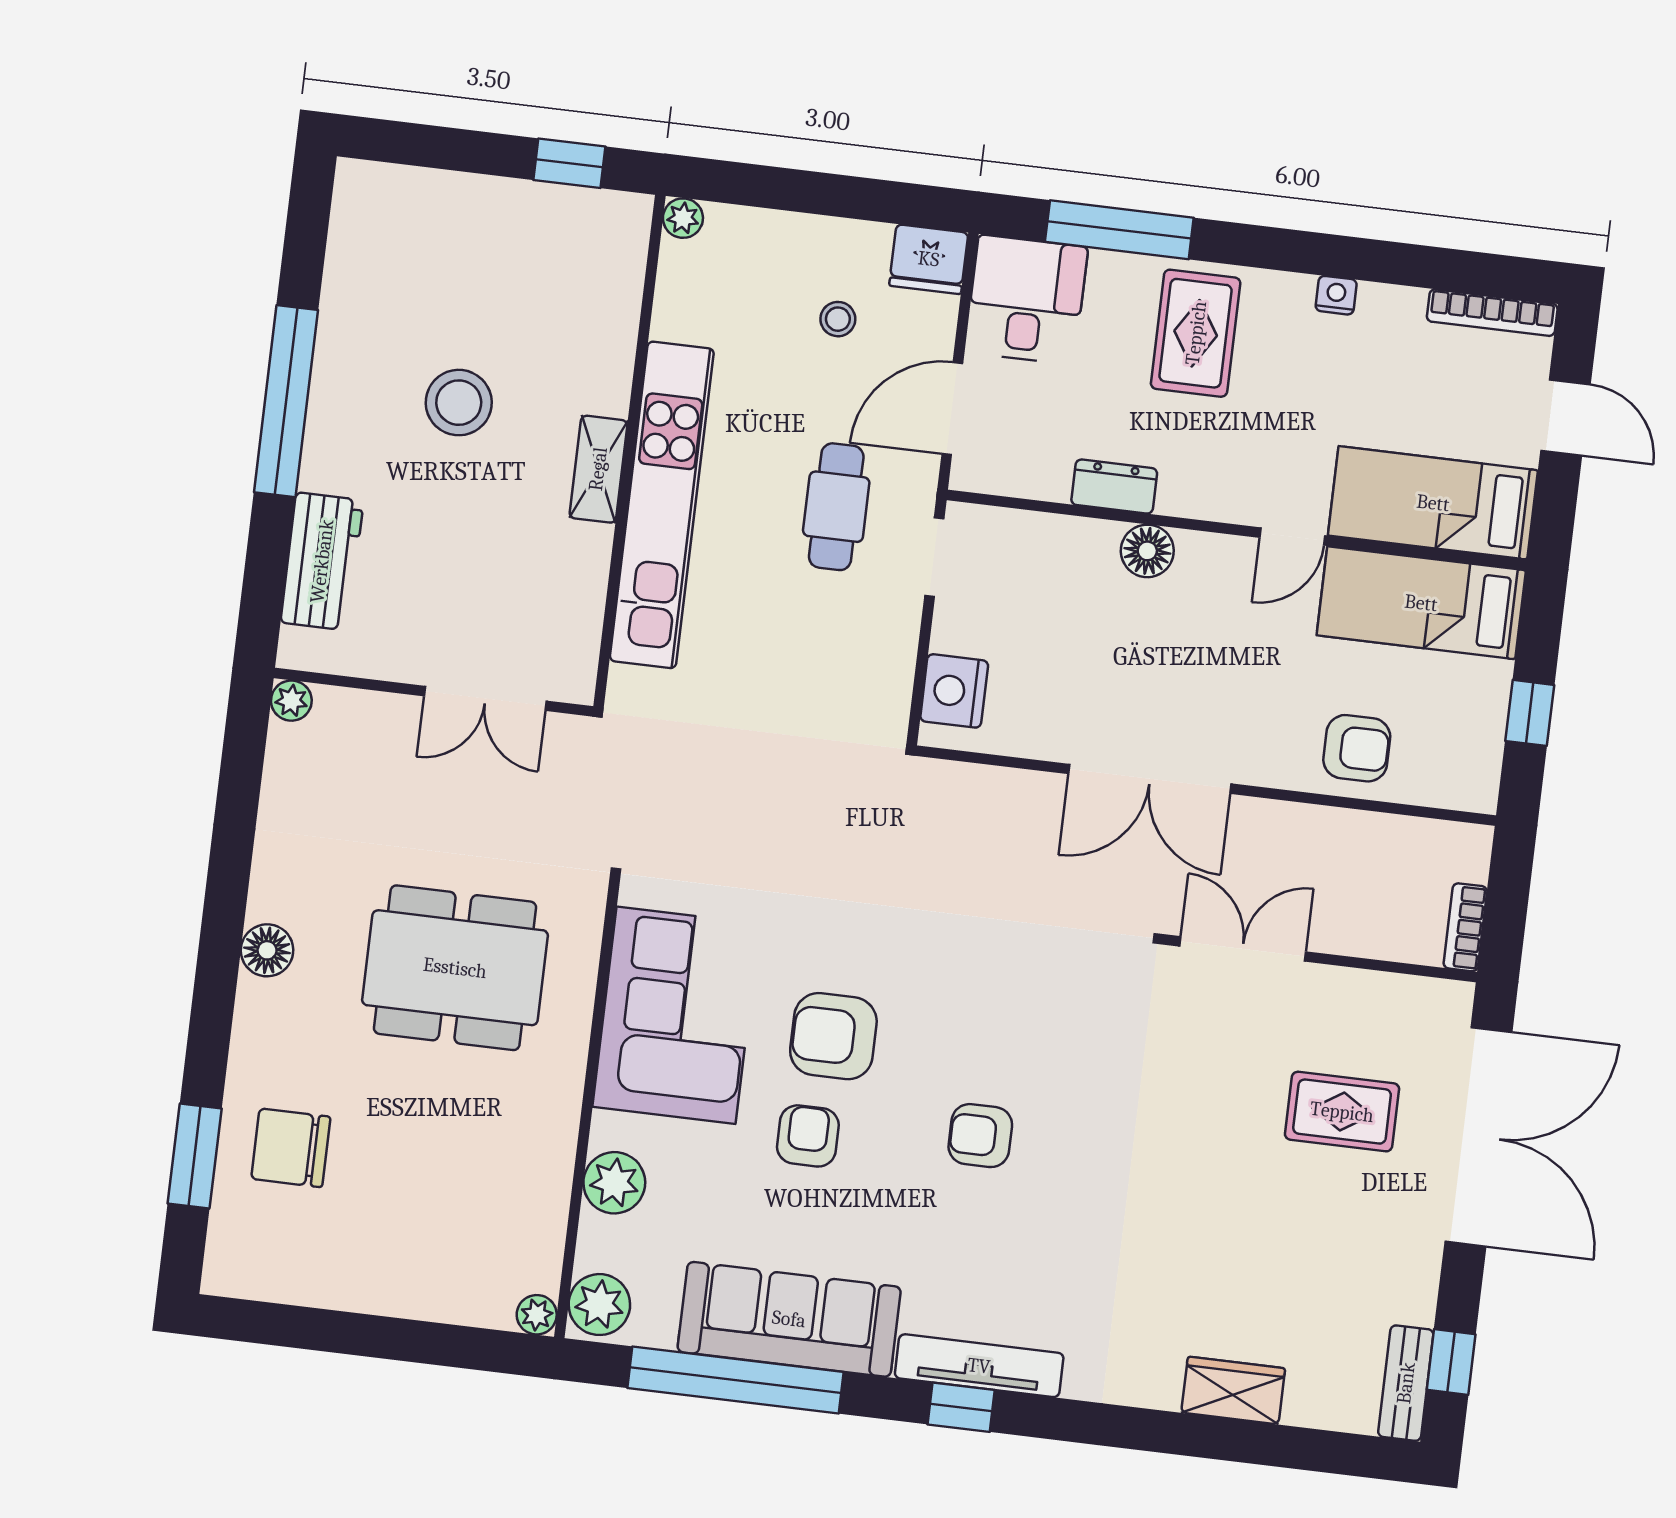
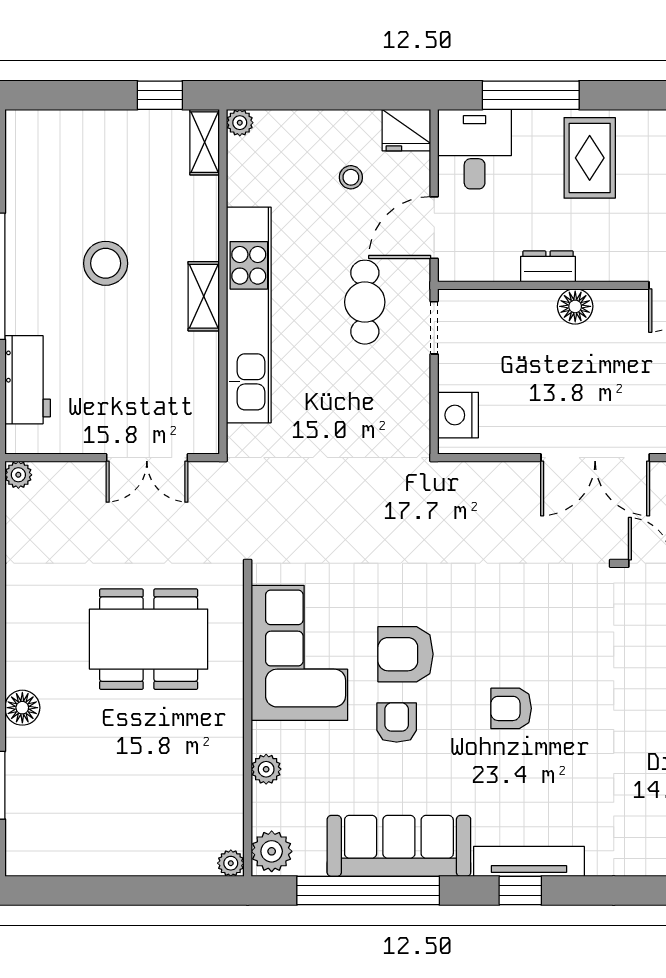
shelving: (627, 241) -> (205, 142), added
floor lamp: (267, 950) -> (22, 708), moved
chair: (291, 1148) -> (54, 772), removed
plant: (614, 1183) -> (266, 769), width x0.73, depth x0.73

